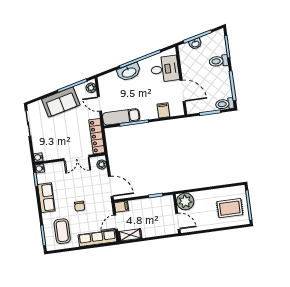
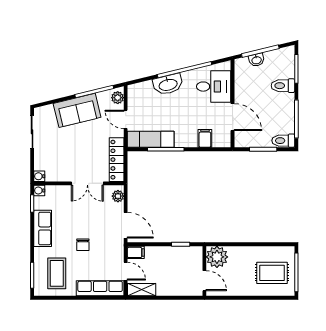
door: (116, 222) -> (126, 271), swing flipped

